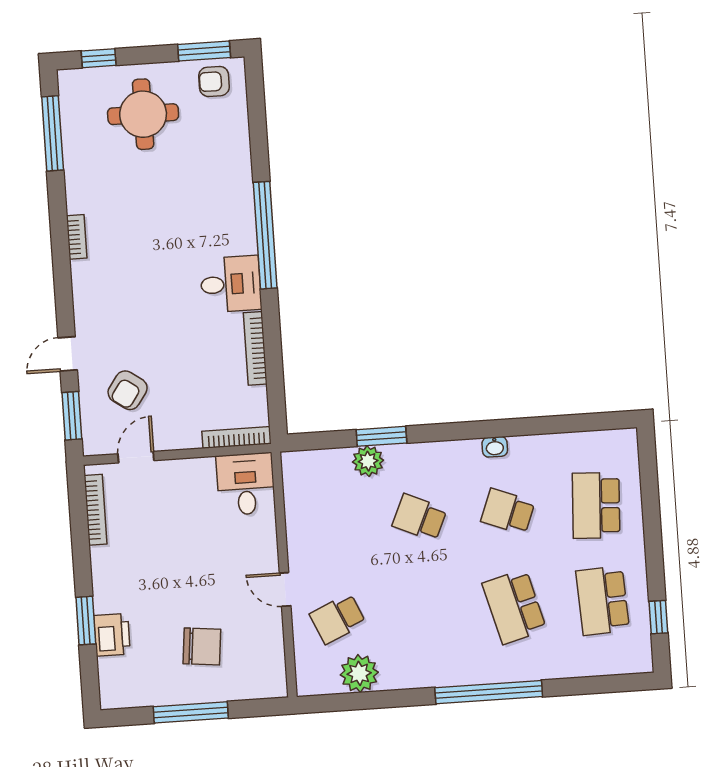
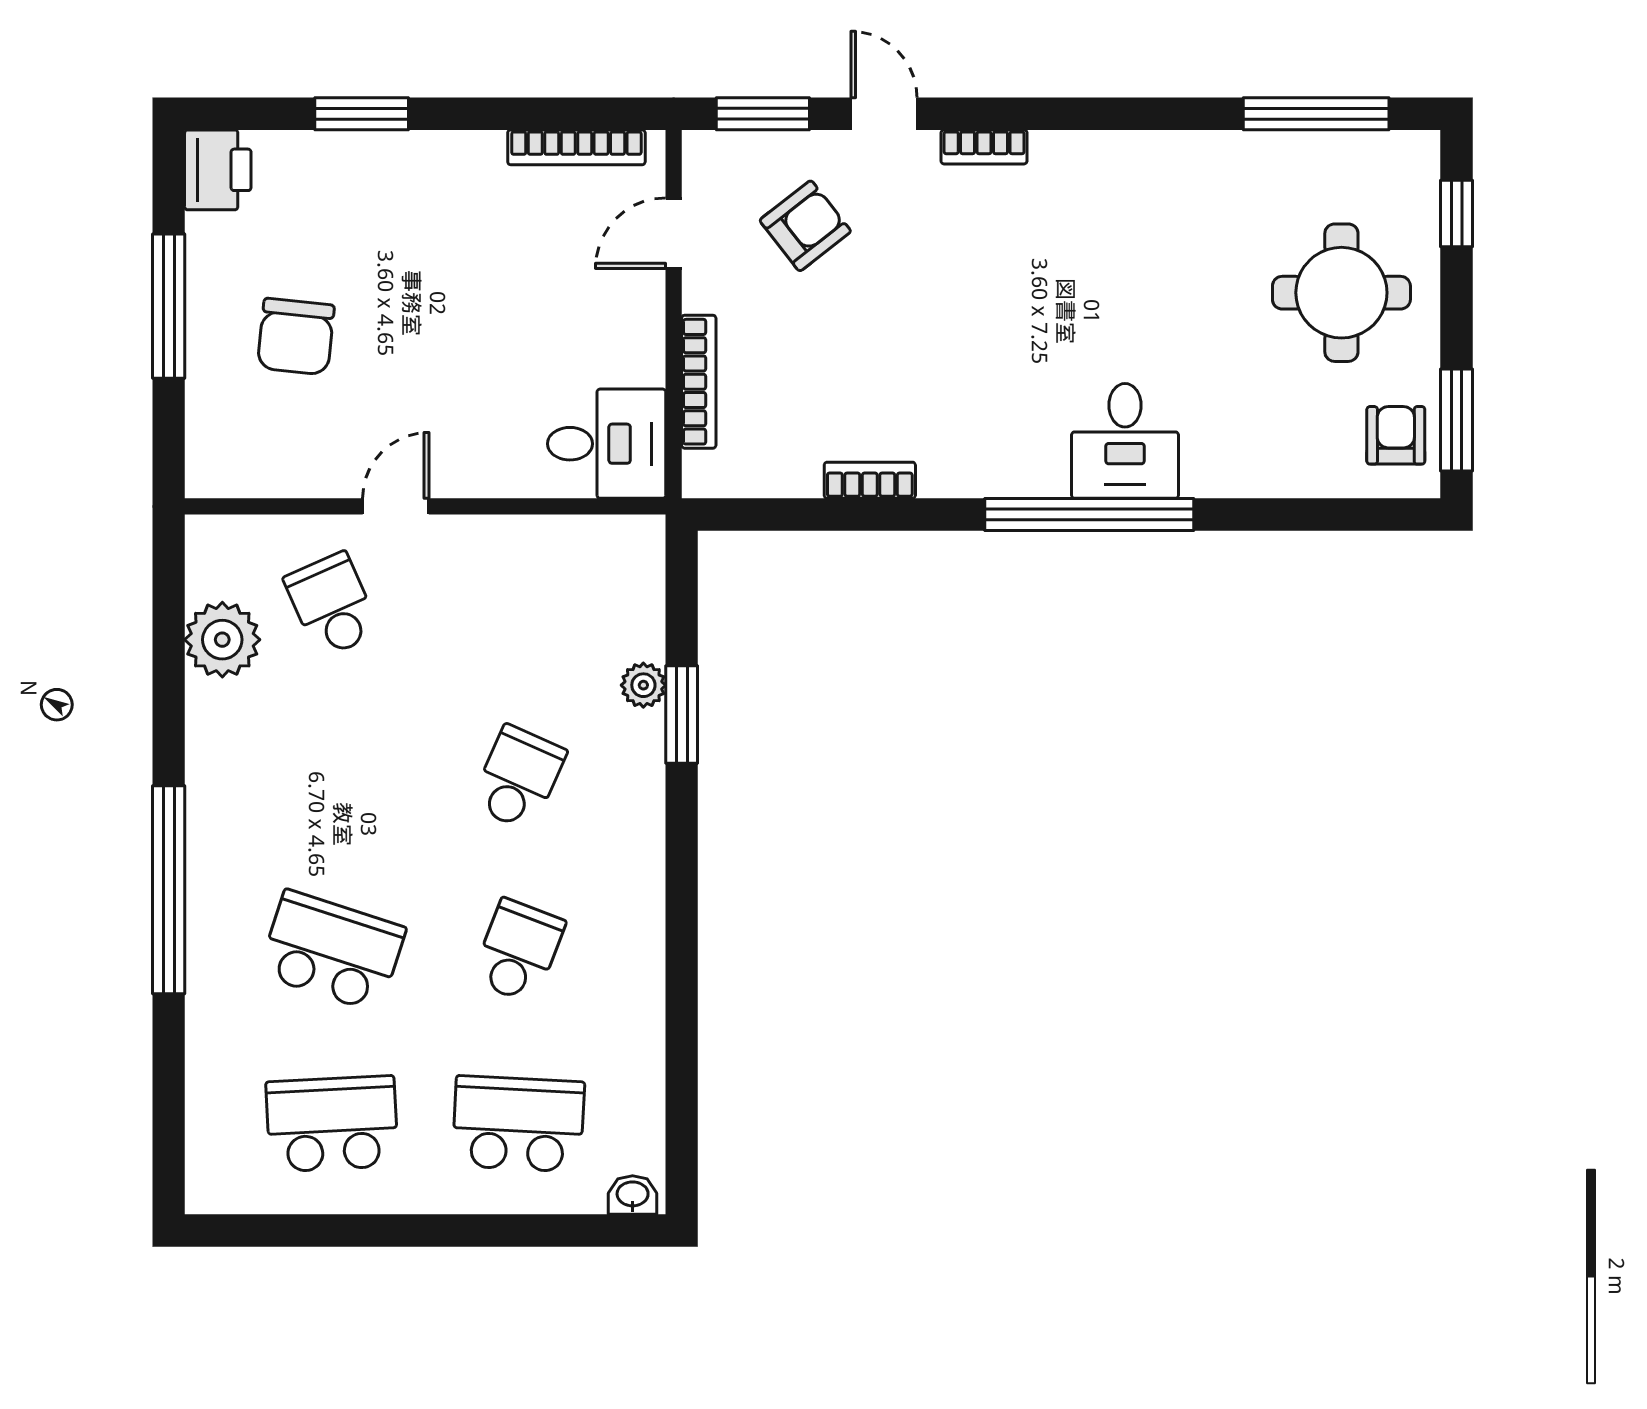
bookcase: (77, 237) -> (984, 147), moved
desk: (231, 284) -> (1125, 441), moved
bookcase: (255, 348) -> (870, 480), width x0.64
armchair: (128, 390) -> (805, 226), turned 107
bookcase: (236, 437) -> (699, 382), moved
washbasin: (495, 447) -> (633, 1195), moved, turned 90
door: (136, 457) -> (674, 233), swing flipped
plant: (368, 461) -> (643, 685), width x0.73, depth x0.73
school desk: (514, 607) -> (332, 951), turned 33
window: (658, 617) -> (292, 1231), removed
printer: (112, 635) -> (218, 170), moved, turned -90

